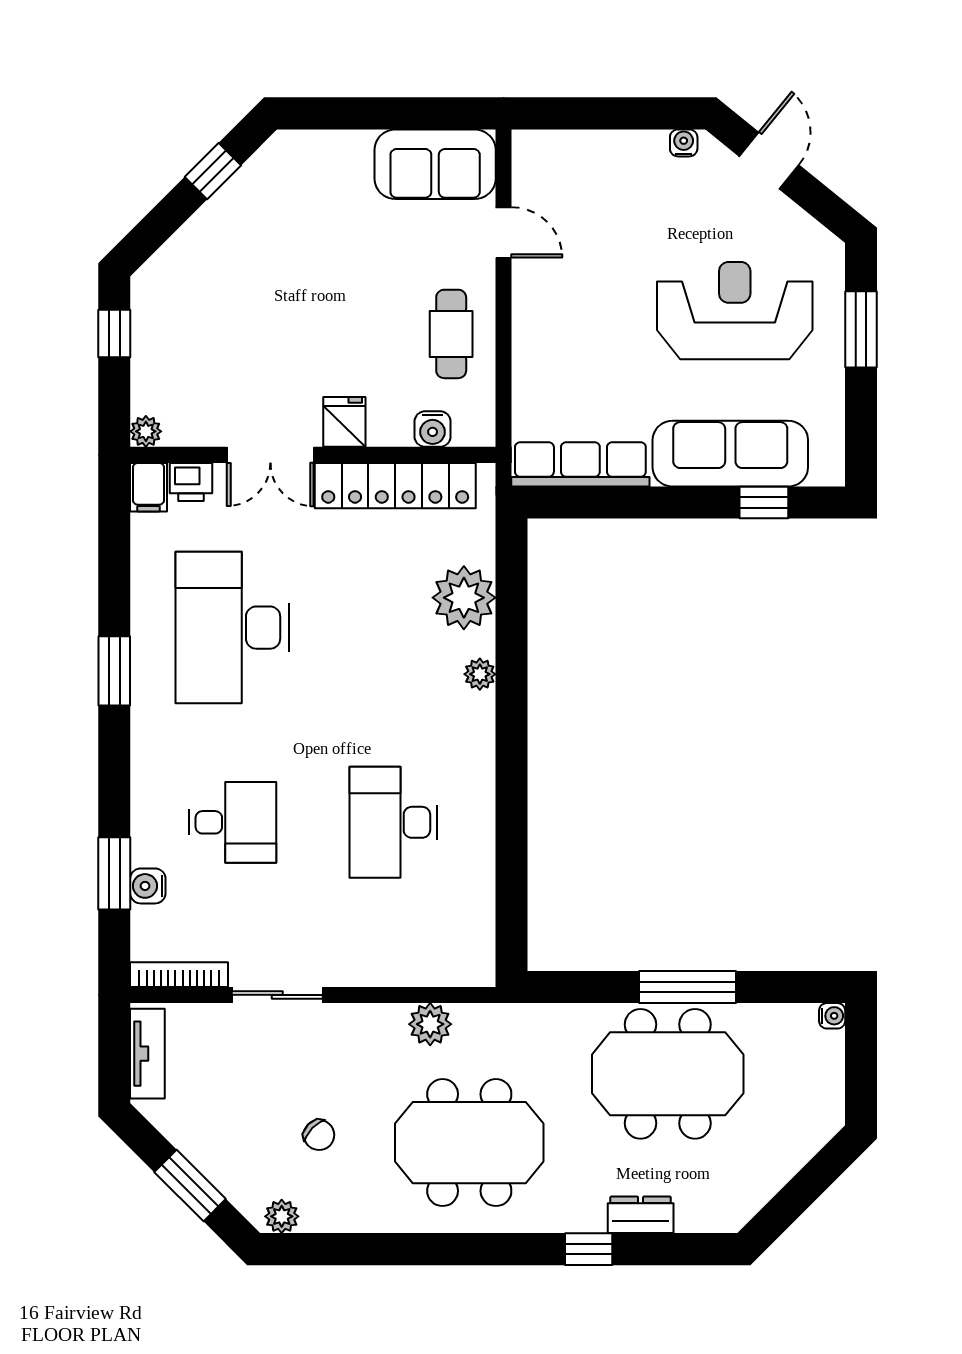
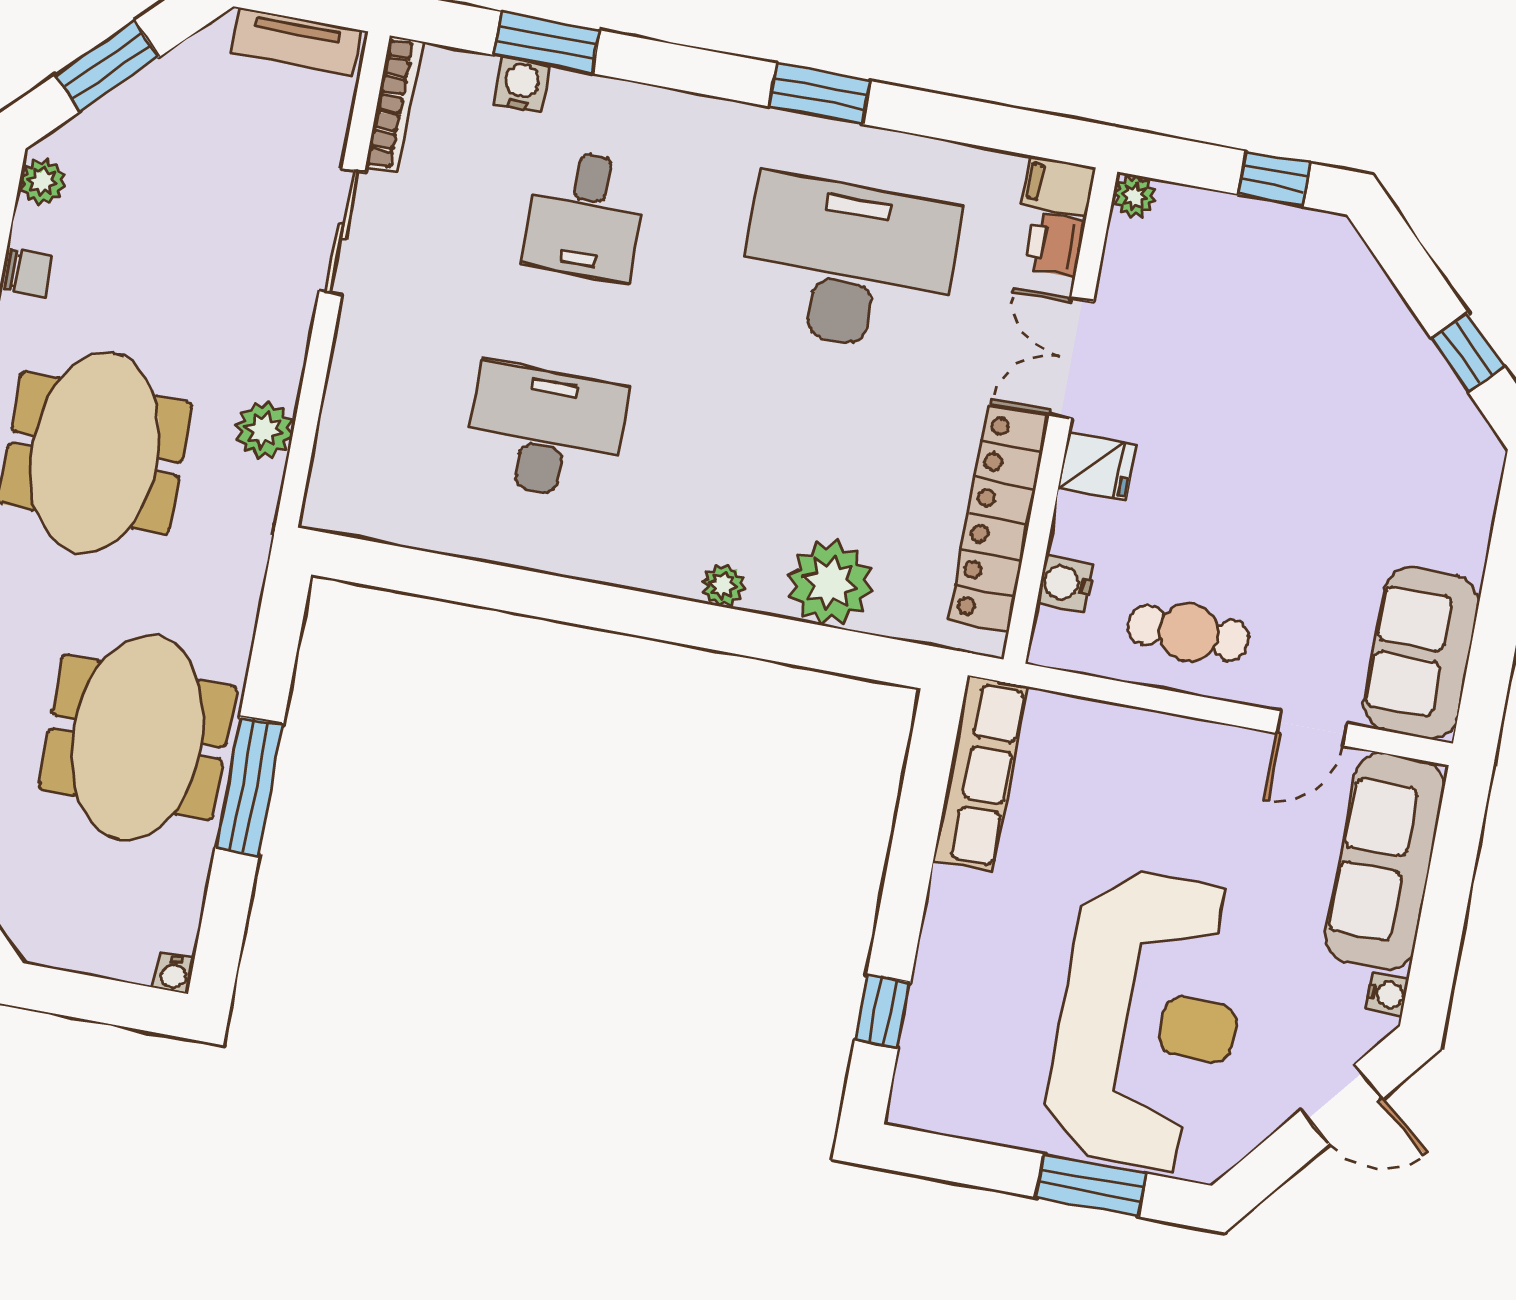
reception desk: (735, 311) -> (1148, 1020), width x1.36, depth x1.30
sofa: (730, 454) -> (1385, 861), moved, turned 180
chair: (319, 1135) -> (29, 273), moved, turned -134

